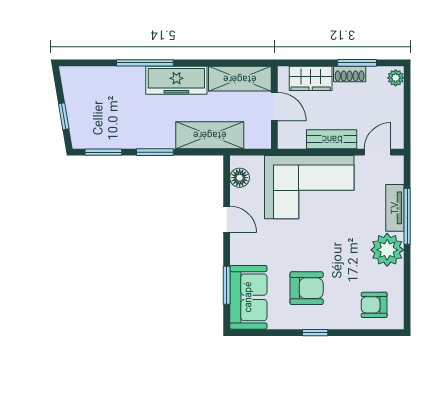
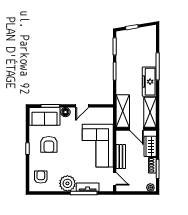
door: (274, 106) -> (137, 129), hinge flipped
shelving: (210, 135) -> (123, 111), moved
floor lamp: (240, 178) -> (65, 112), moved

